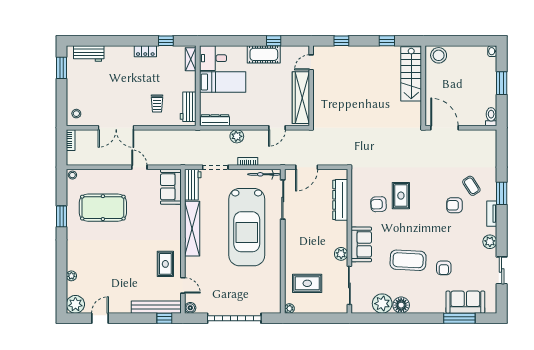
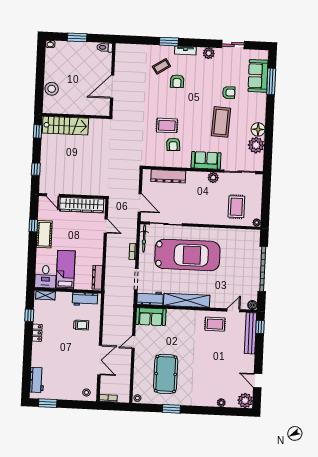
stairs: (411, 74) -> (65, 126), moved
wall: (423, 86) -> (76, 116), moved
plant: (237, 136) -> (111, 260), removed

